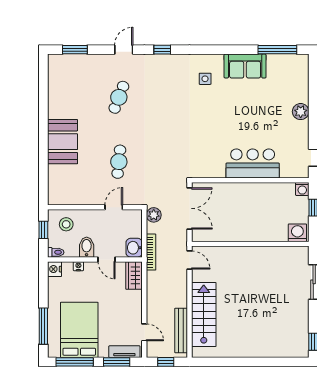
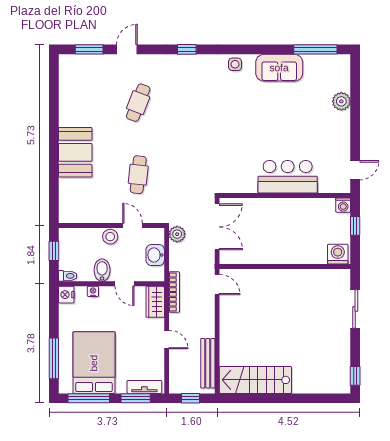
door: (124, 50) -> (127, 49), moved
side table: (205, 79) -> (235, 64), moved
plant: (301, 112) -> (341, 101), moved
door: (114, 207) -> (133, 225), hinge flipped
stool: (66, 224) -> (110, 237), moved
washbasin: (134, 248) -> (155, 255), moved
bookcase: (151, 252) -> (174, 292), moved
stairs: (204, 315) -> (255, 380), moved, turned -90
door: (144, 332) -> (167, 340), moved

